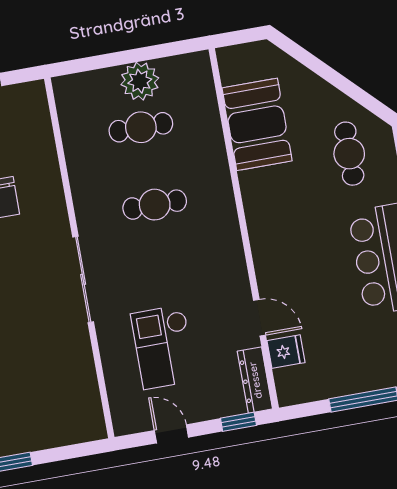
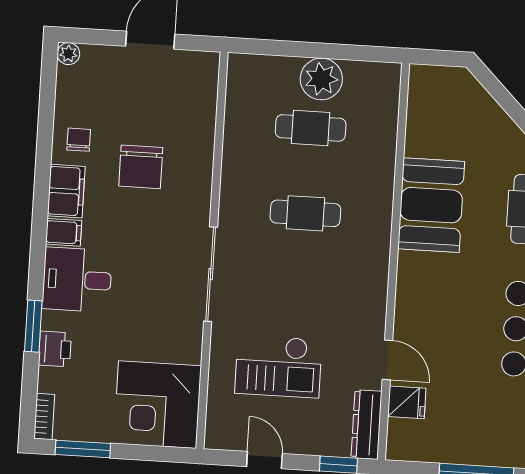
booth: (257, 124) -> (431, 205), moved
checkout: (164, 347) -> (278, 366), turned -90
corner desk: (64, 407) -> (157, 405), added

